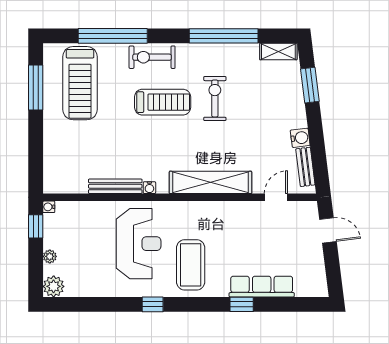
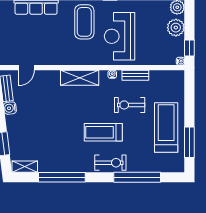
treadmill: (80, 83) -> (166, 128), moved
exercise bike: (215, 98) -> (130, 105), moved, turned 90
shelving: (210, 182) -> (80, 78), width x0.68
bench: (115, 186) -> (135, 75), width x0.73
plant: (50, 256) -> (176, 28), width x1.88, depth x1.88

